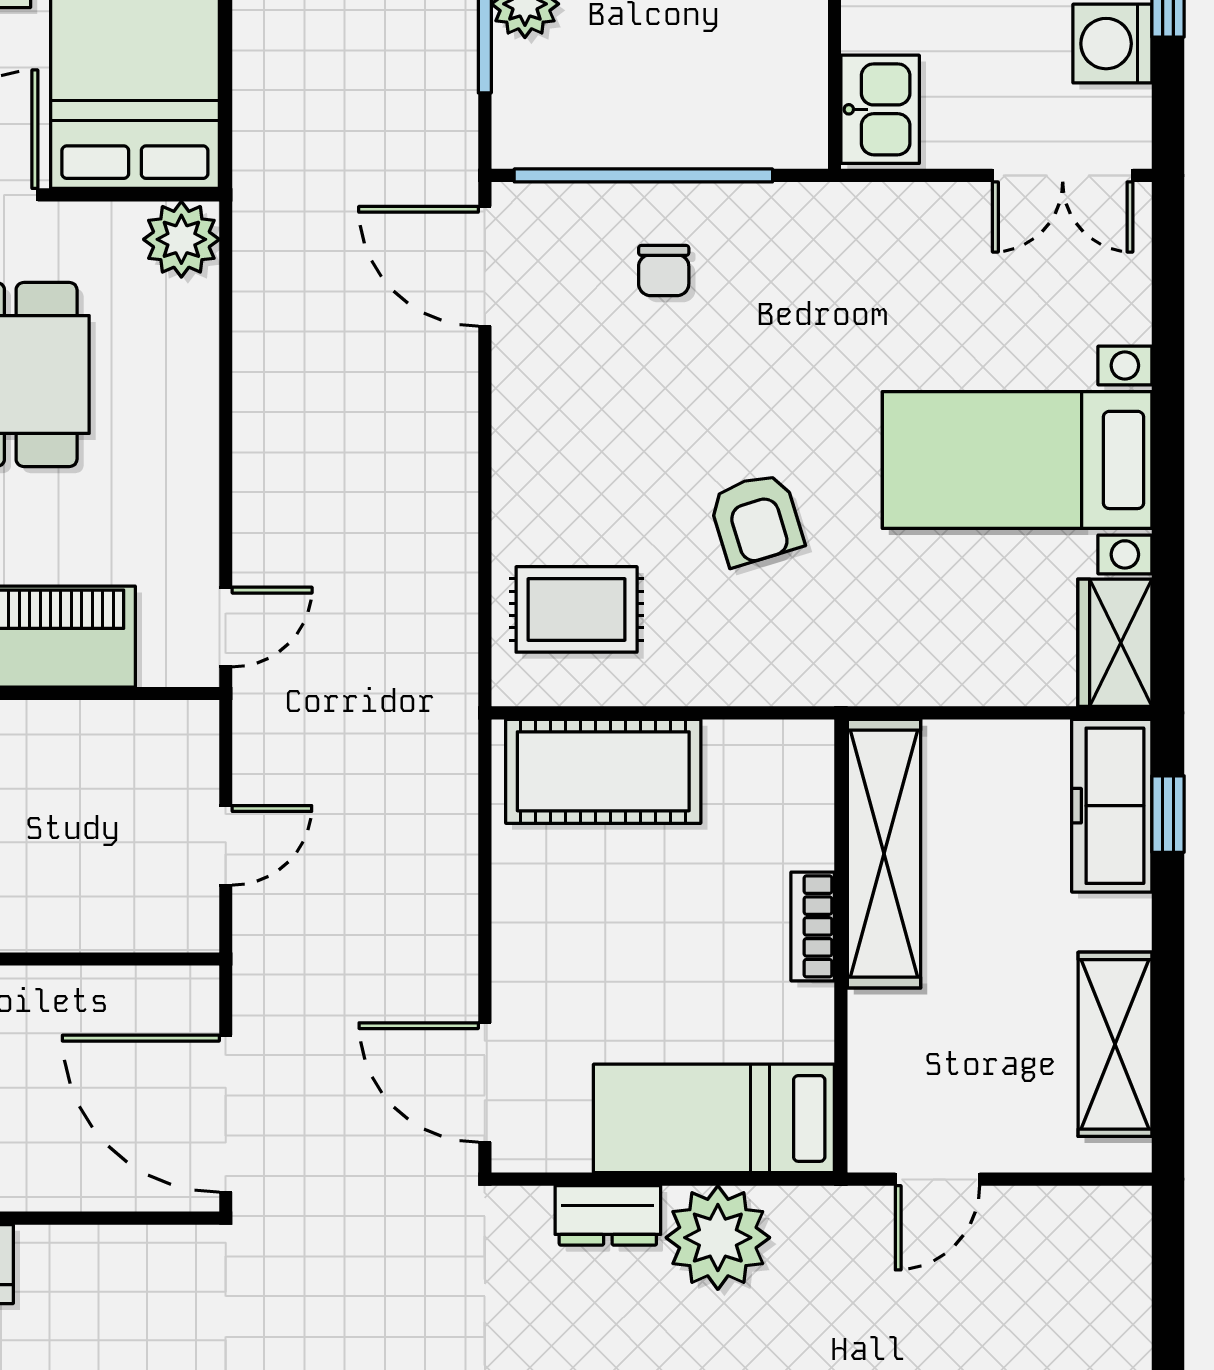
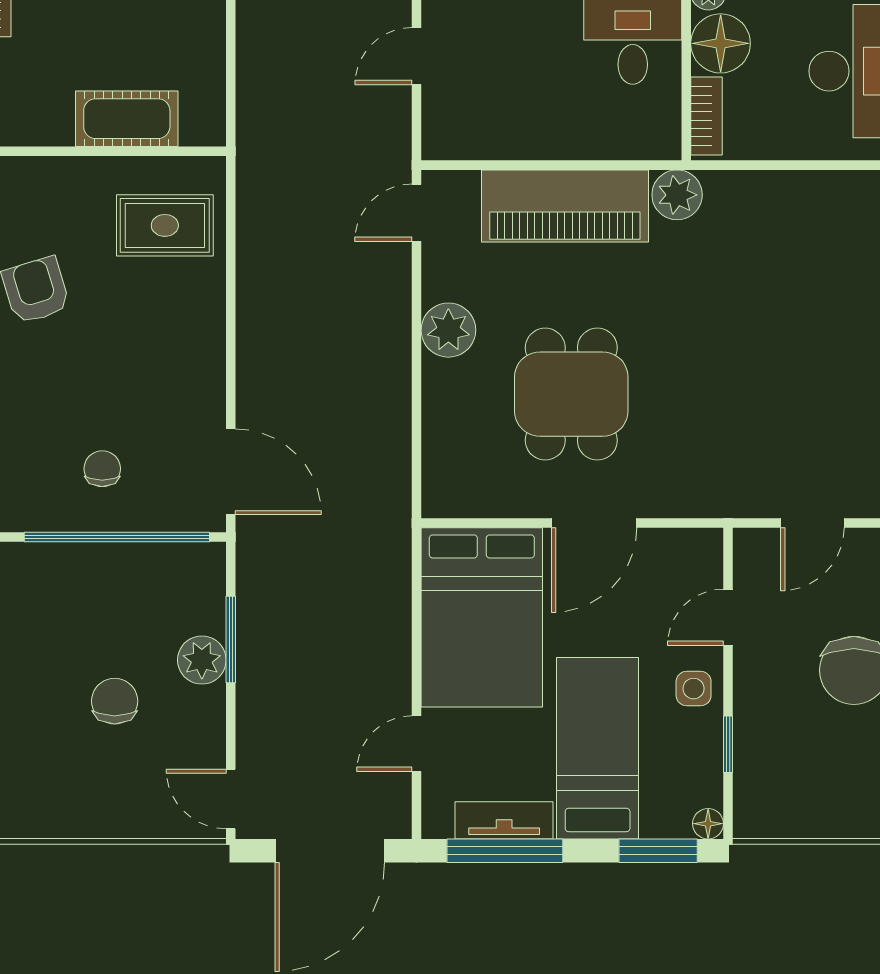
plant: (181, 239) -> (448, 330), moved
cot: (603, 771) -> (127, 119), width x0.73, depth x0.75

